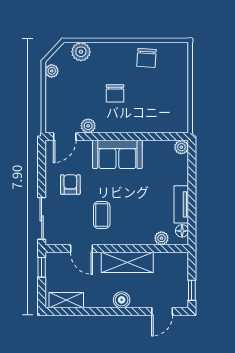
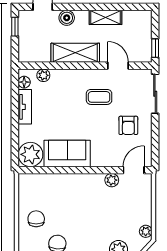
chair: (115, 93) -> (36, 219), moved
plant: (181, 147) -> (30, 154), width x1.87, depth x1.87
sofa: (117, 154) -> (67, 153), moved
coffee table: (102, 215) -> (99, 97), turned 90
shelving: (66, 300) -> (105, 17), moved
boiler: (122, 300) -> (67, 18), moved

